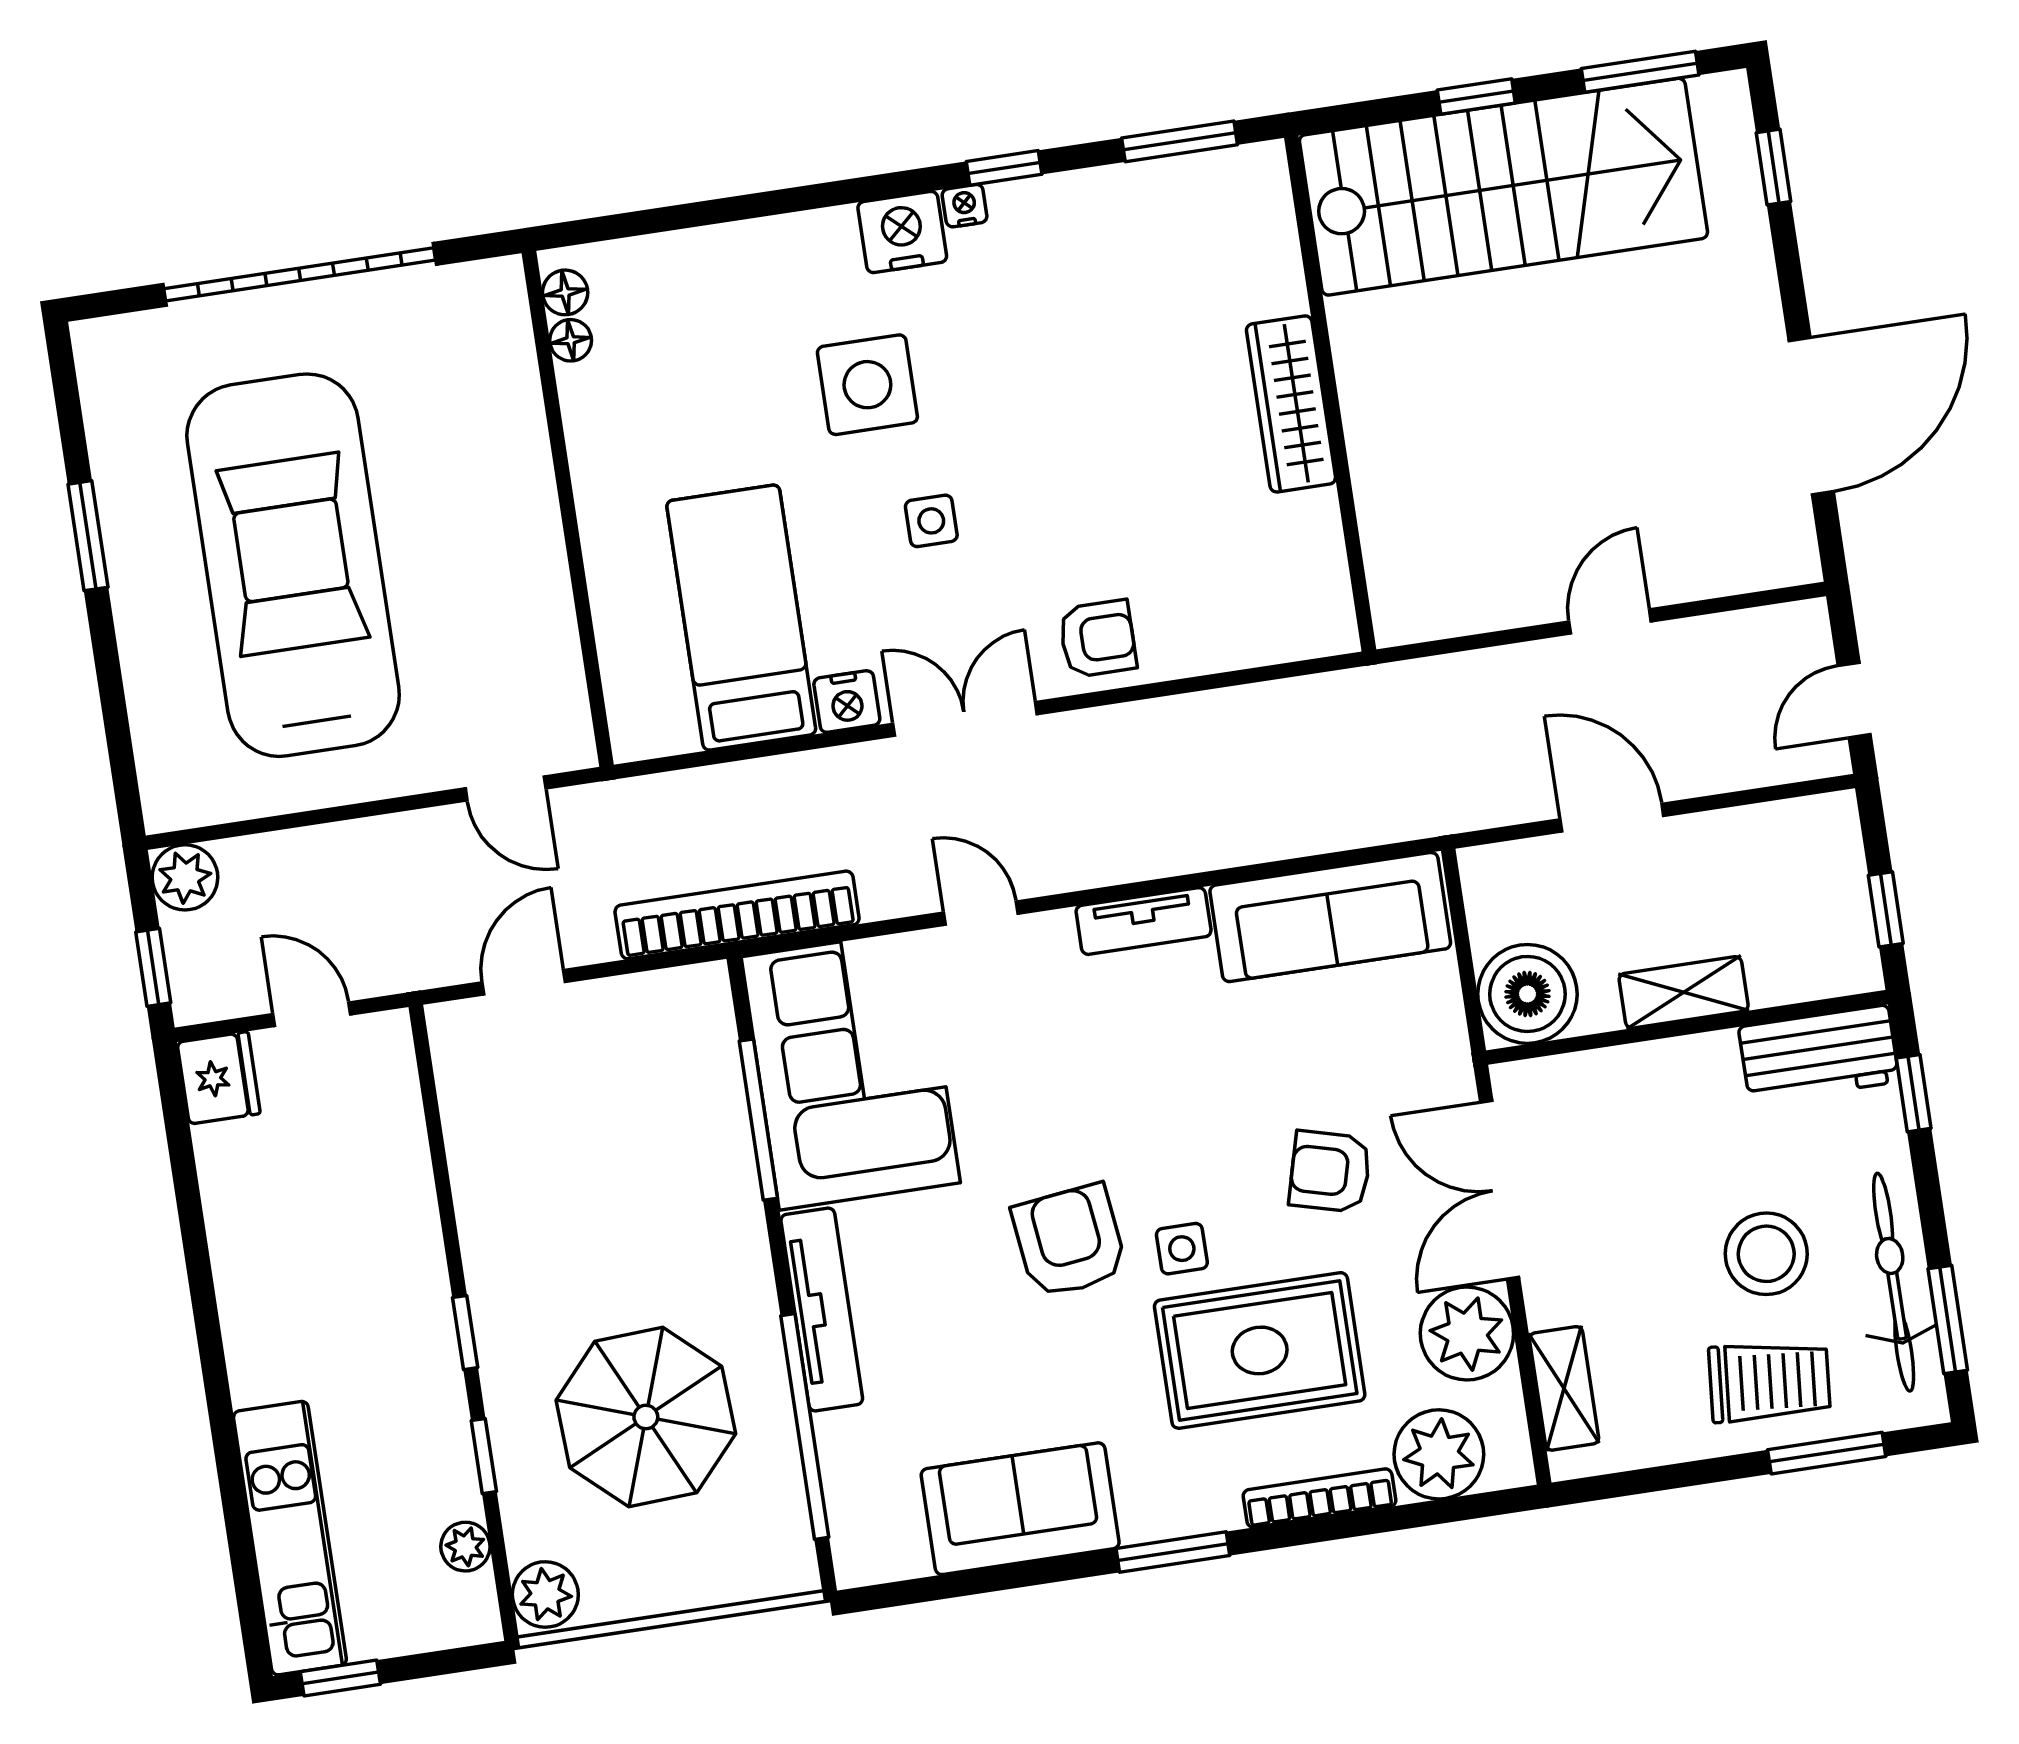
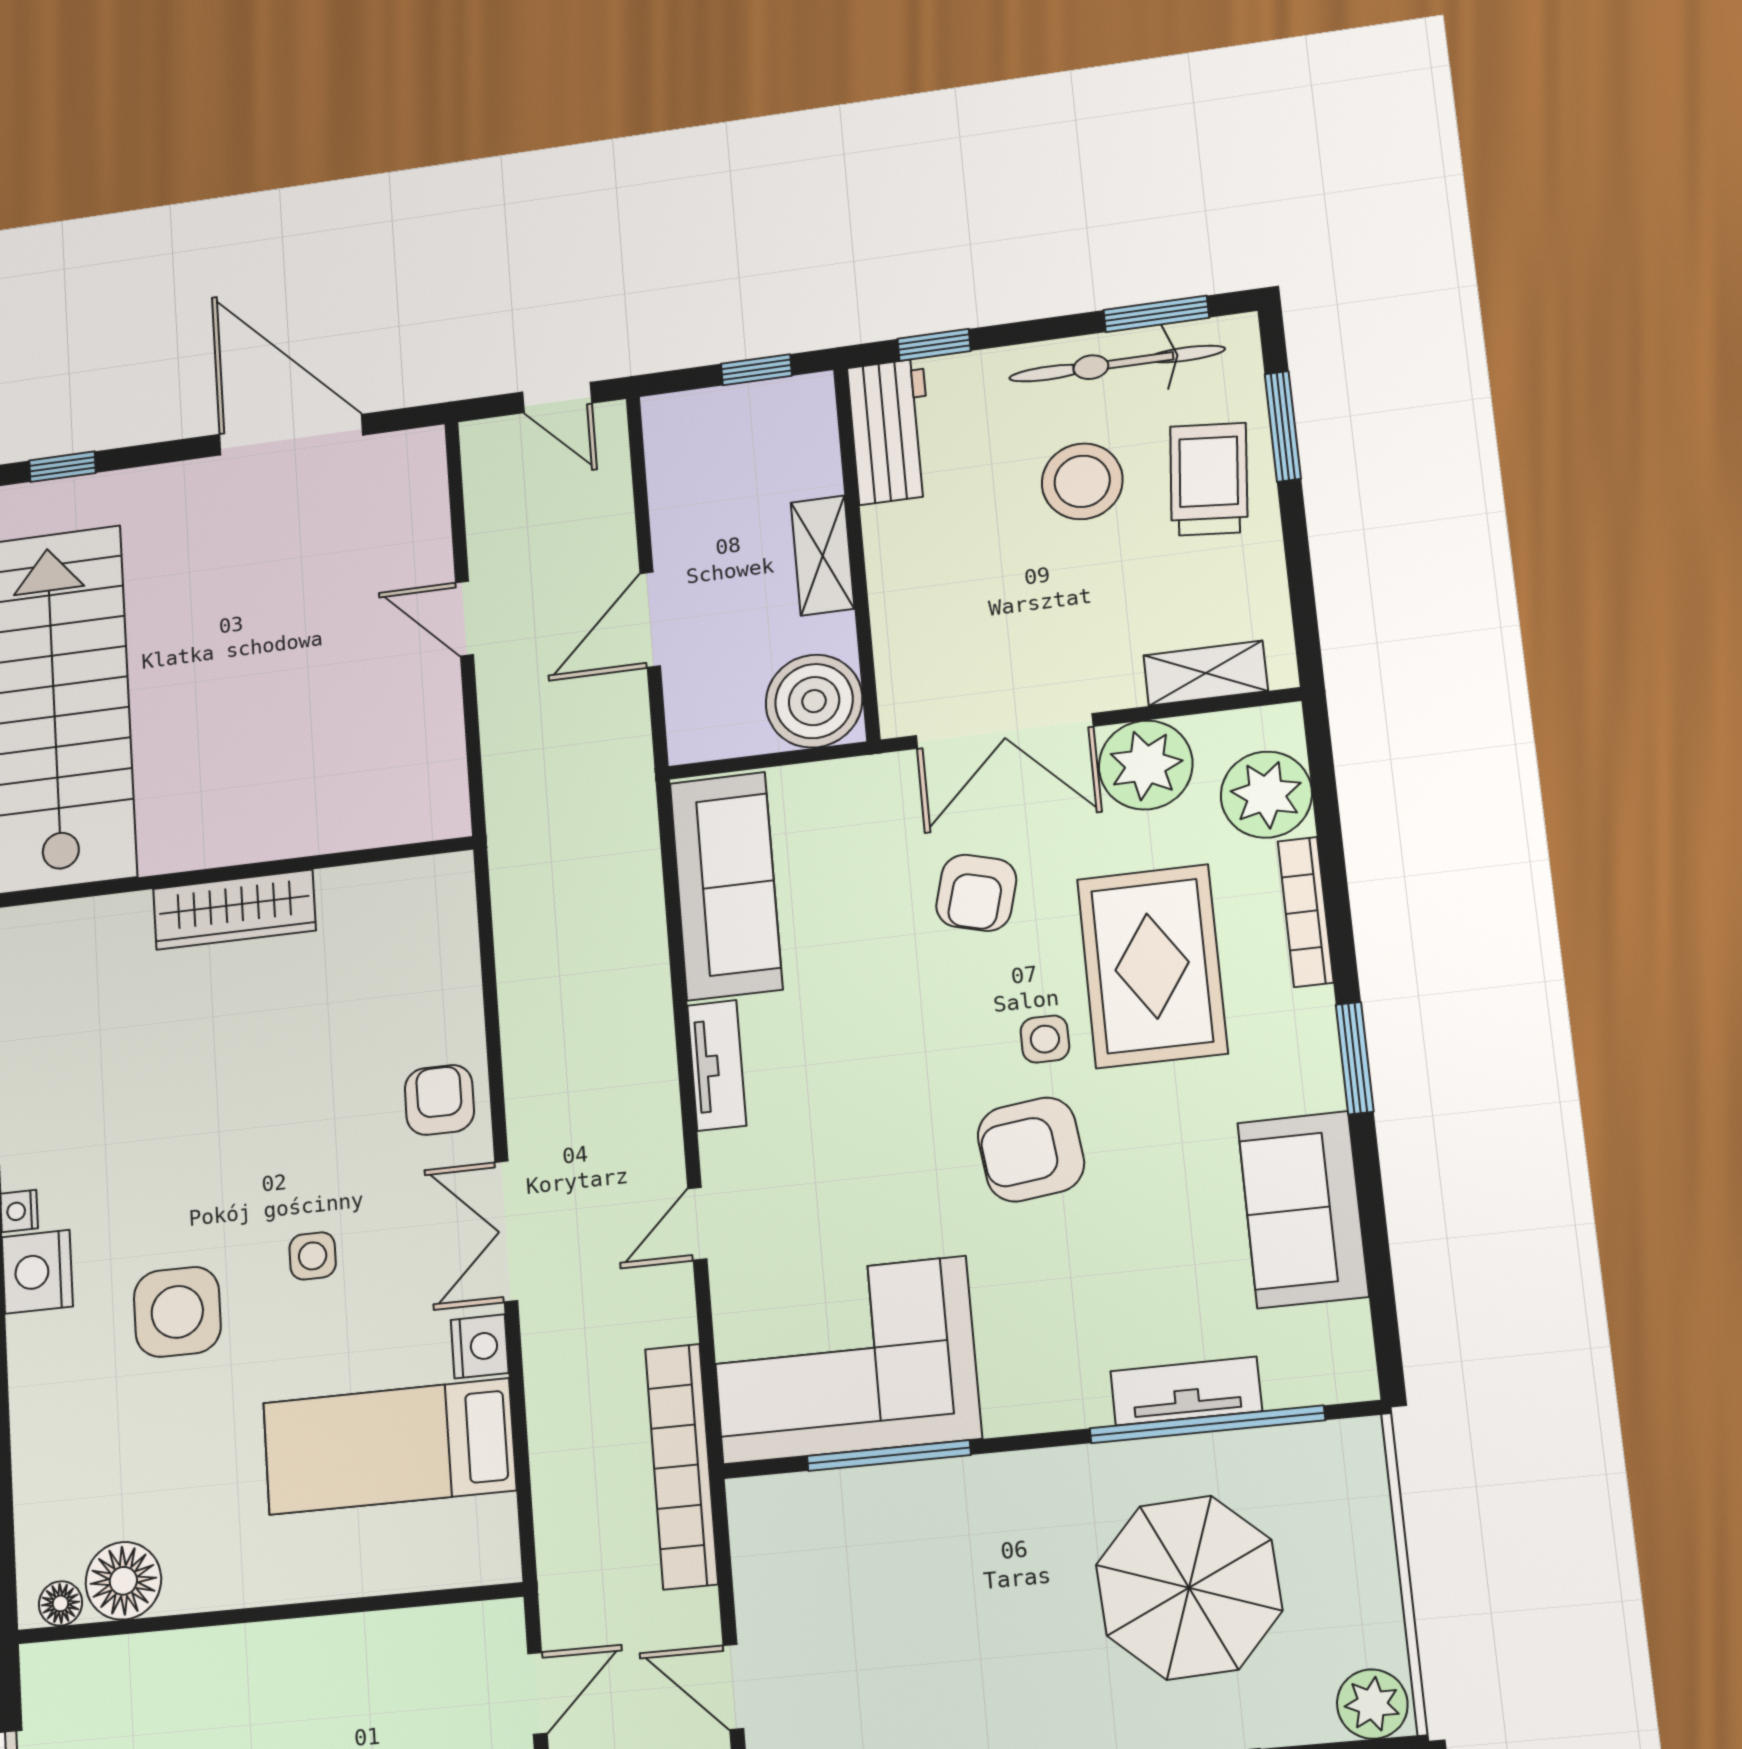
floor lamp: (571, 340) -> (123, 1581), width x1.89, depth x1.89
tv unit: (822, 1309) -> (1186, 1391), moved, width x0.71

